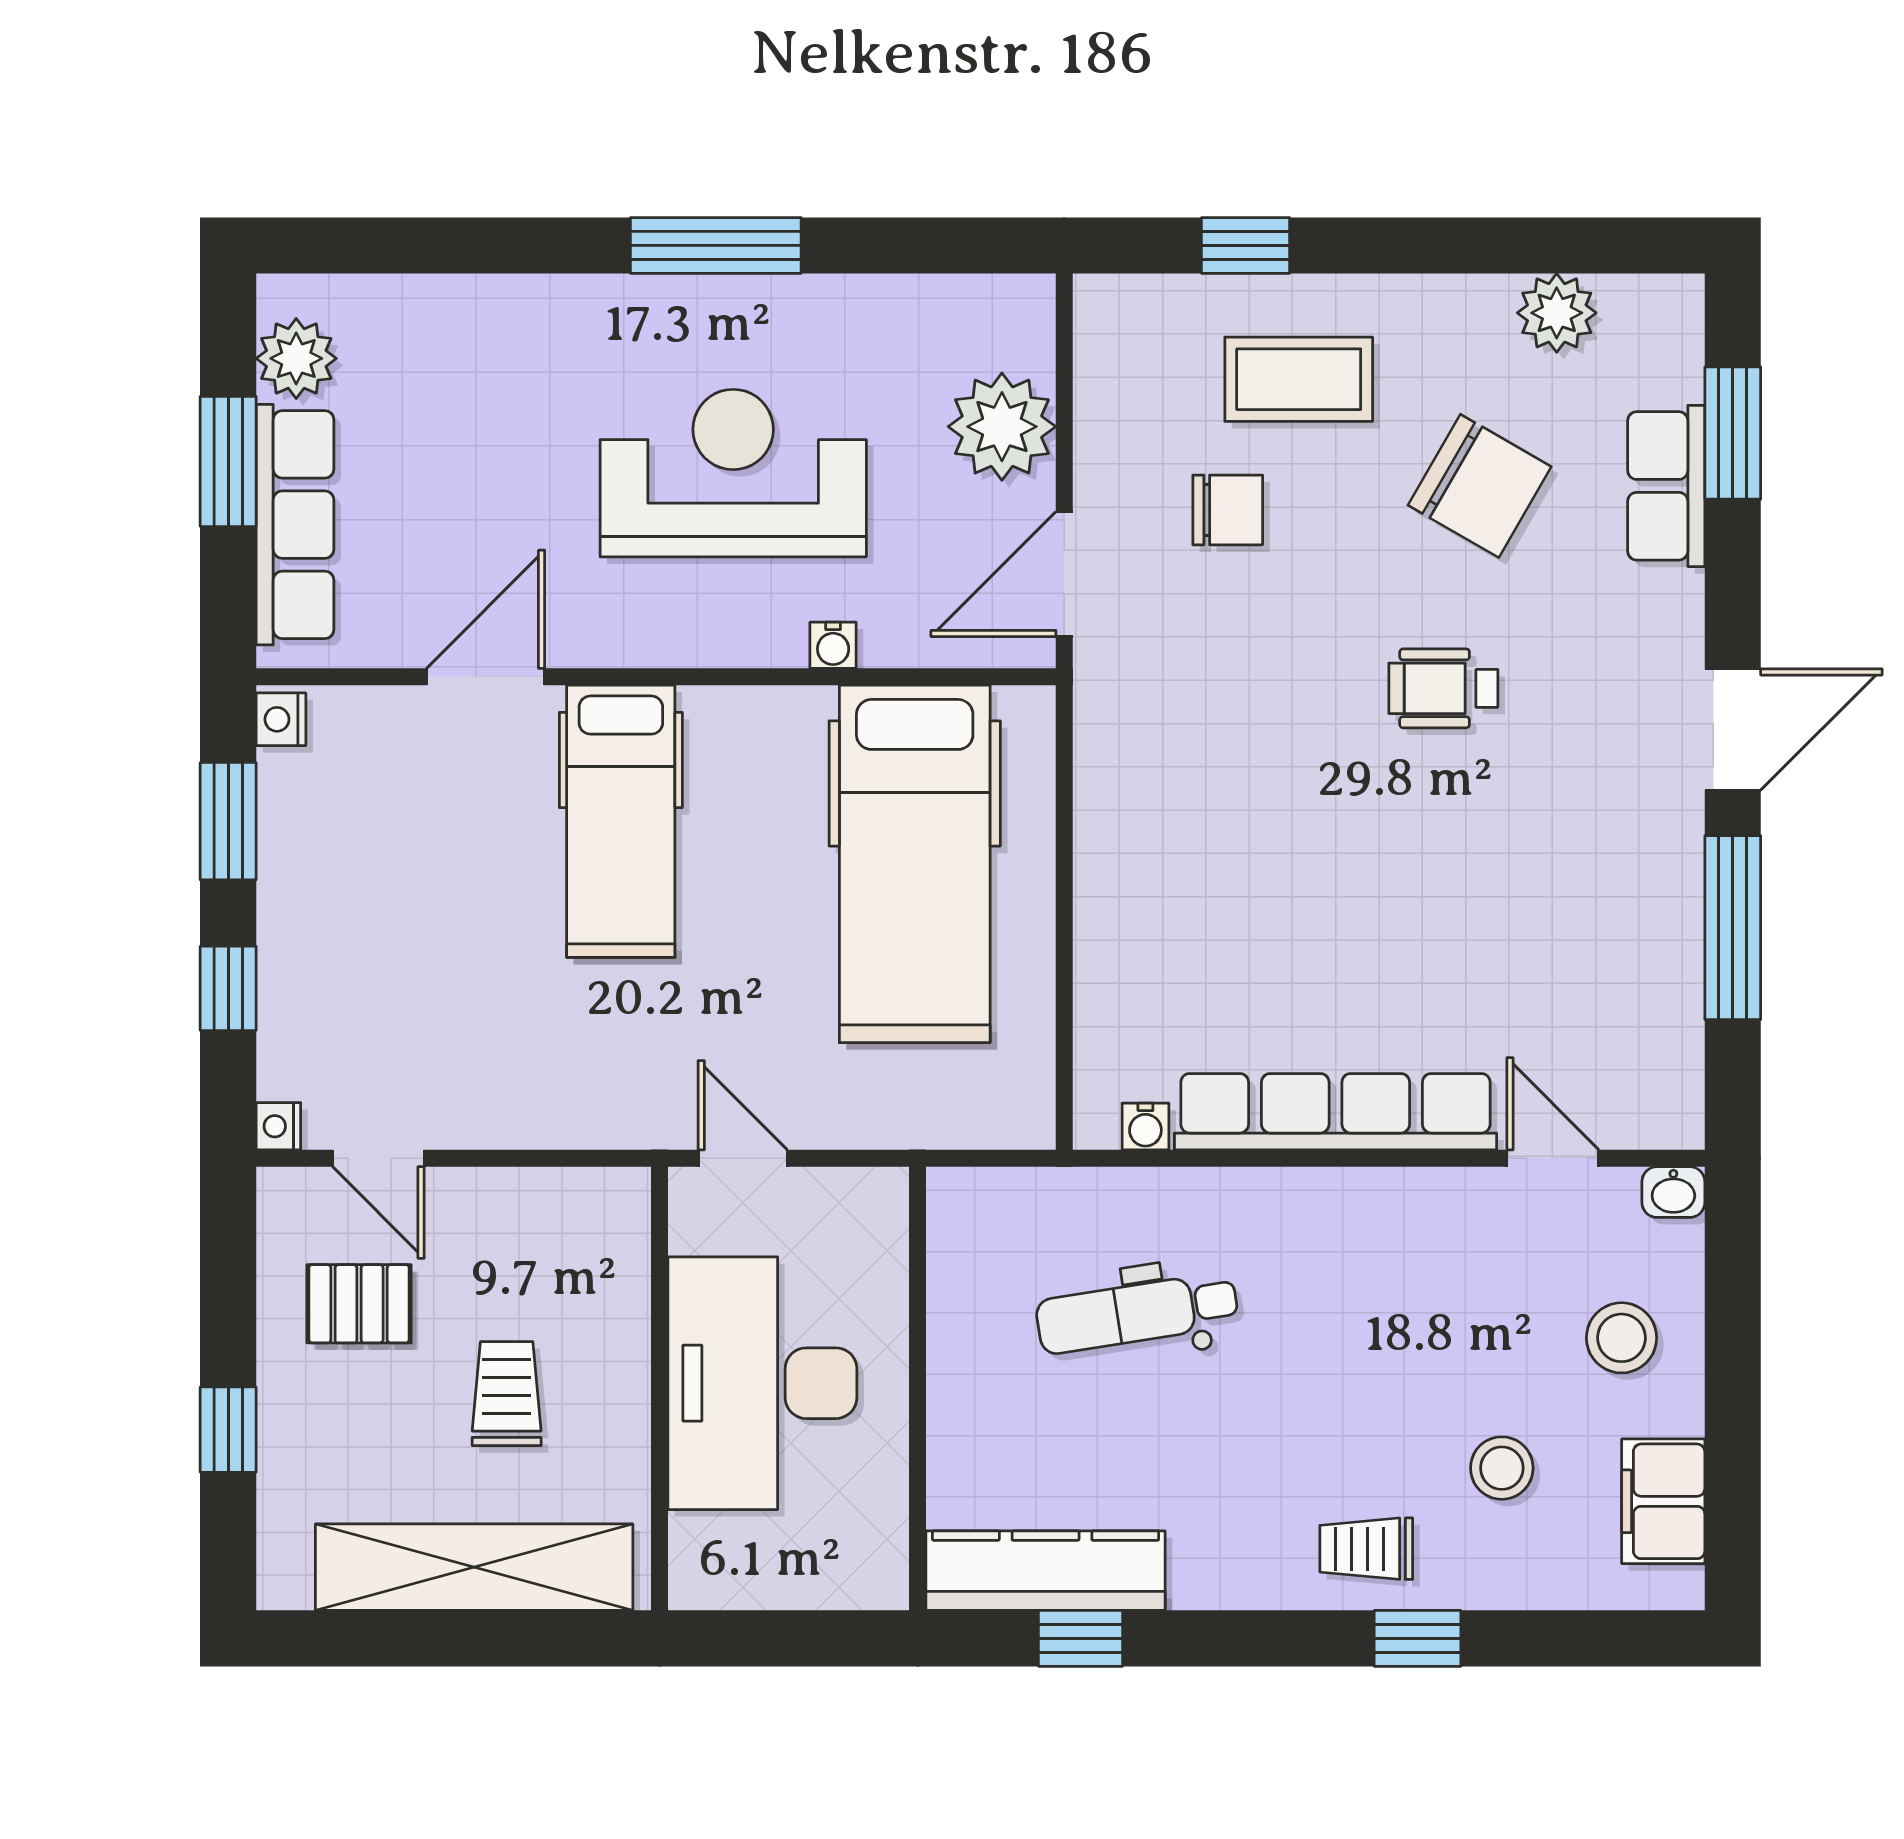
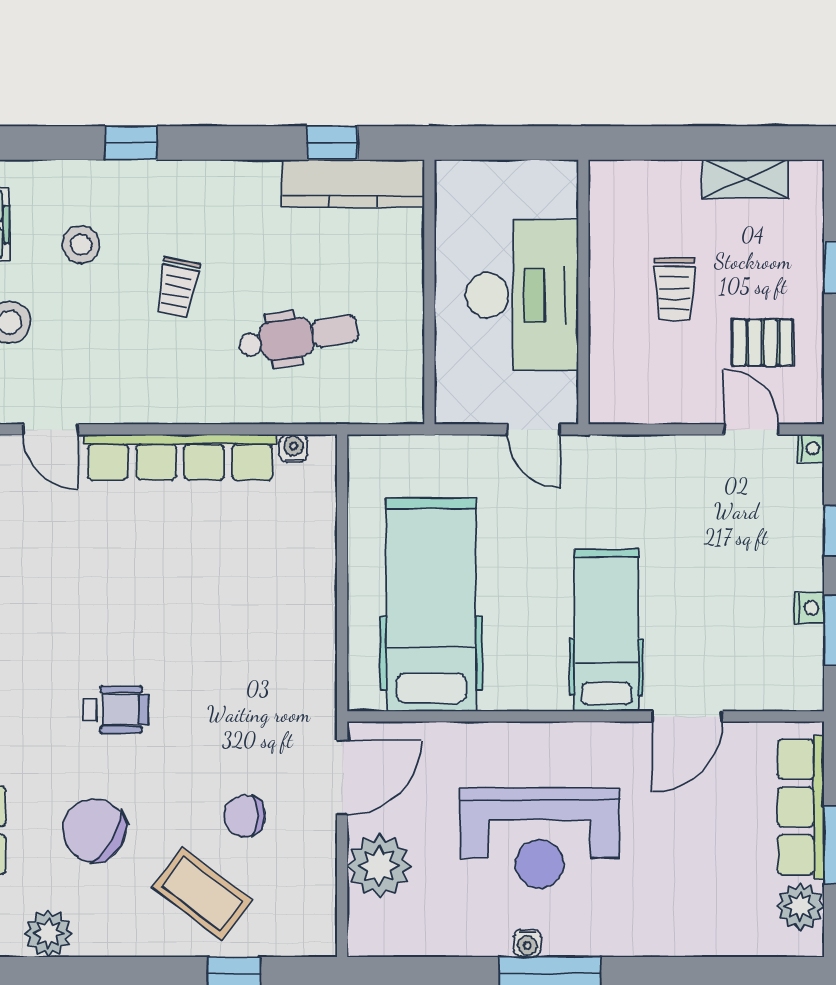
coffee table: (1299, 379) -> (202, 894), turned 37
water cooler: (833, 645) -> (527, 943), moved, turned 180
nightstand: (281, 719) -> (809, 608), moved
trolley: (1366, 1549) -> (177, 287), moved, turned 101
shelving: (474, 1567) -> (746, 179), width x0.45, depth x0.75

